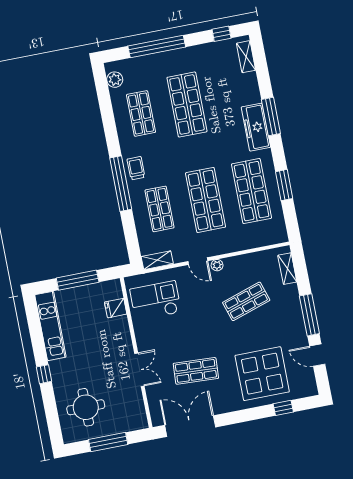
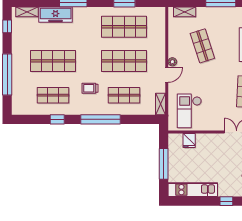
plant: (115, 80) -> (25, 109), removed
window: (110, 126) -> (57, 119), added
freezer: (256, 127) -> (56, 15), moved
trolley: (136, 168) -> (90, 88), moved

